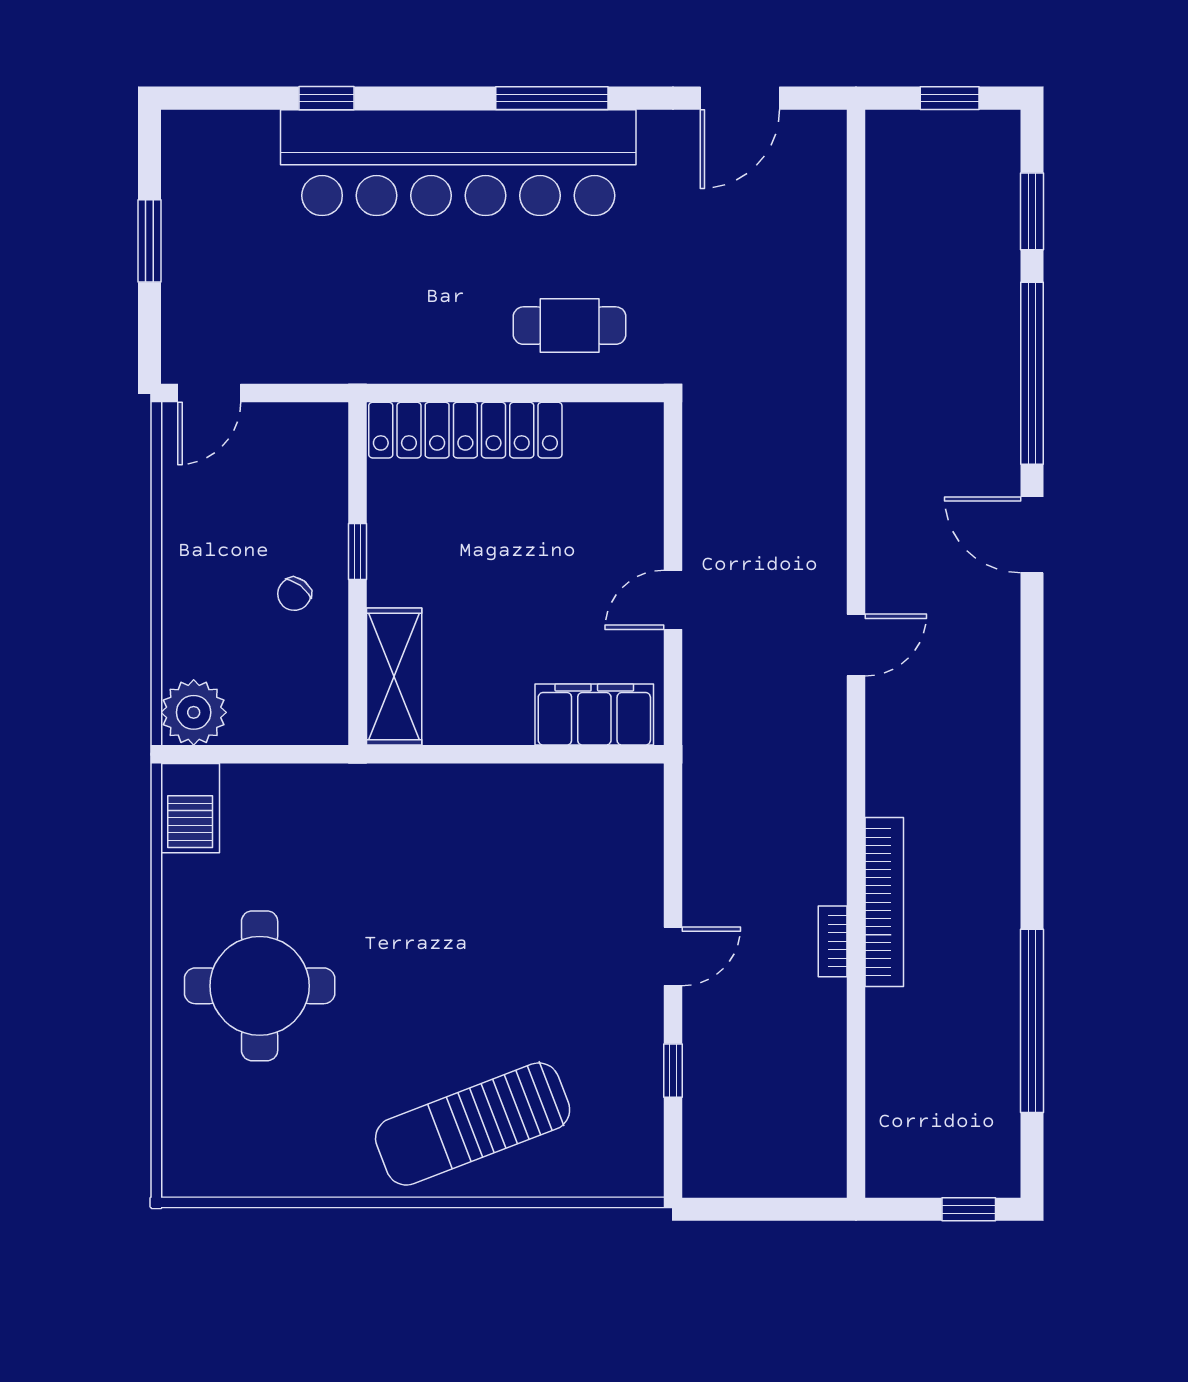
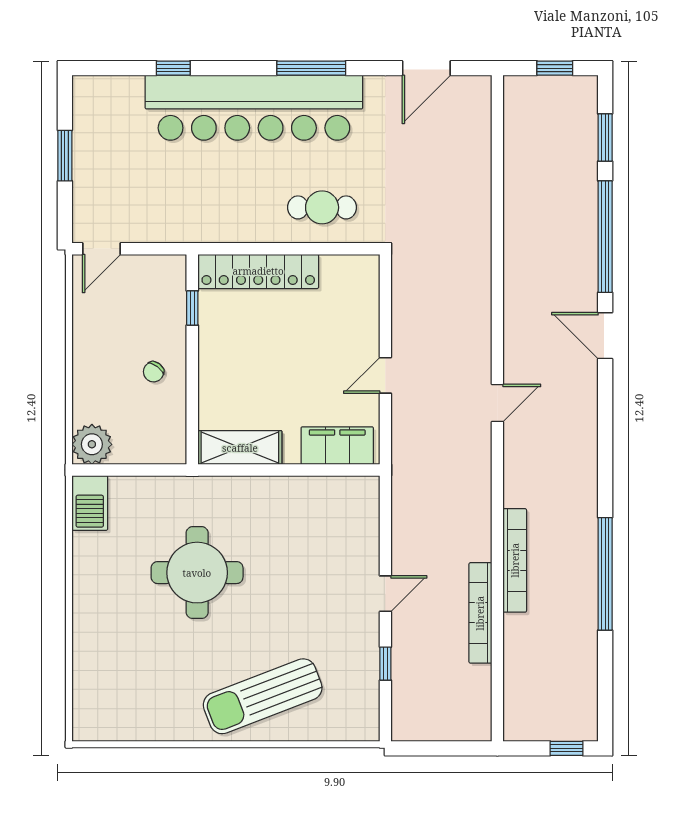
window: (358, 551) -> (192, 308), moved
shelving: (394, 676) -> (240, 448), moved, turned 90
bookcase: (833, 941) -> (480, 613), width x2.31, depth x1.31
round table: (260, 986) -> (197, 573), moved
window: (1032, 1021) -> (605, 574), moved

